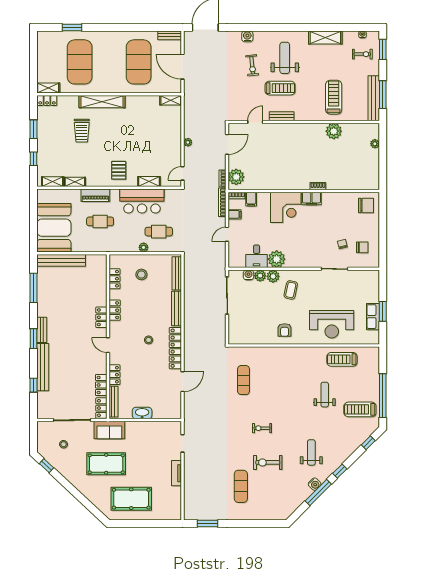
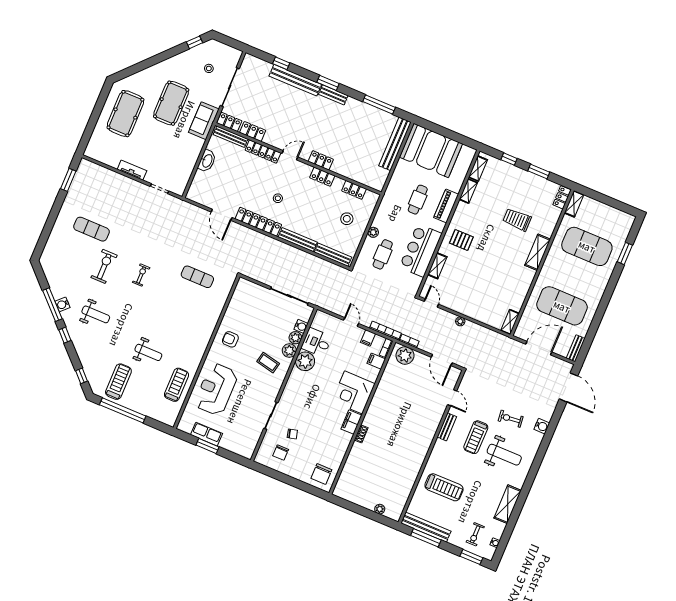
shelving: (102, 102) -> (538, 252), width x0.68
plant: (334, 131) -> (410, 473), removed
locker: (114, 375) -> (263, 152), width x1.53

